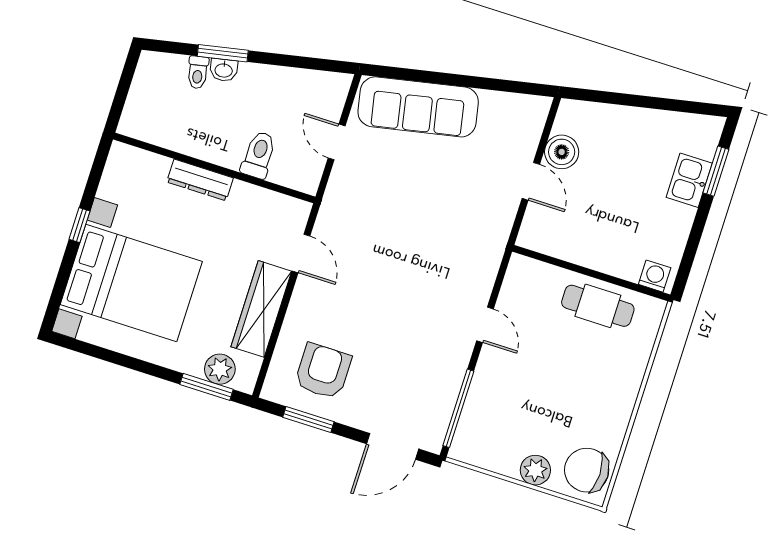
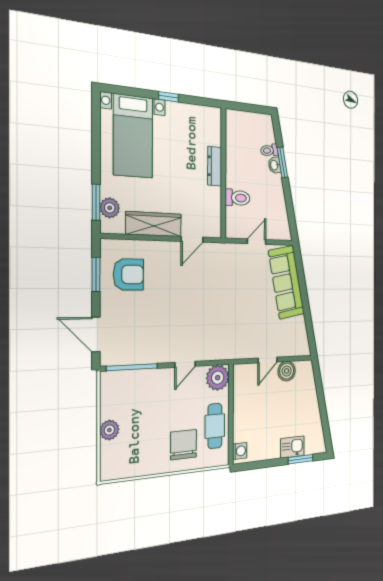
plant: (525, 278) -> (218, 378), added
bed with nightstands: (131, 283) -> (133, 136), width x0.73
chair: (587, 470) -> (184, 445), moved

